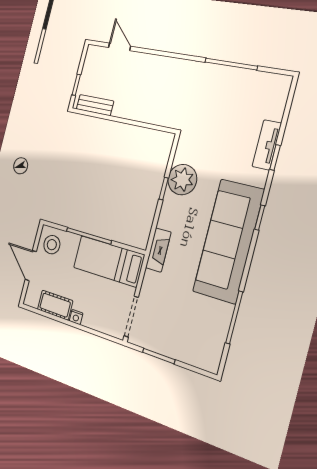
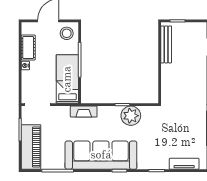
bench: (95, 105) -> (166, 44), width x1.36
tv unit: (267, 145) -> (184, 164), moved
piano: (188, 348) -> (31, 147), added

